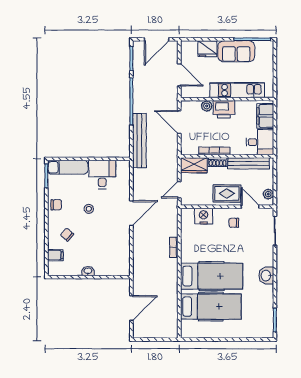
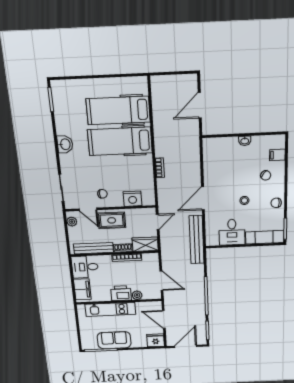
fridge: (207, 49) -> (156, 340), moved
bench: (139, 141) -> (197, 240), moved

